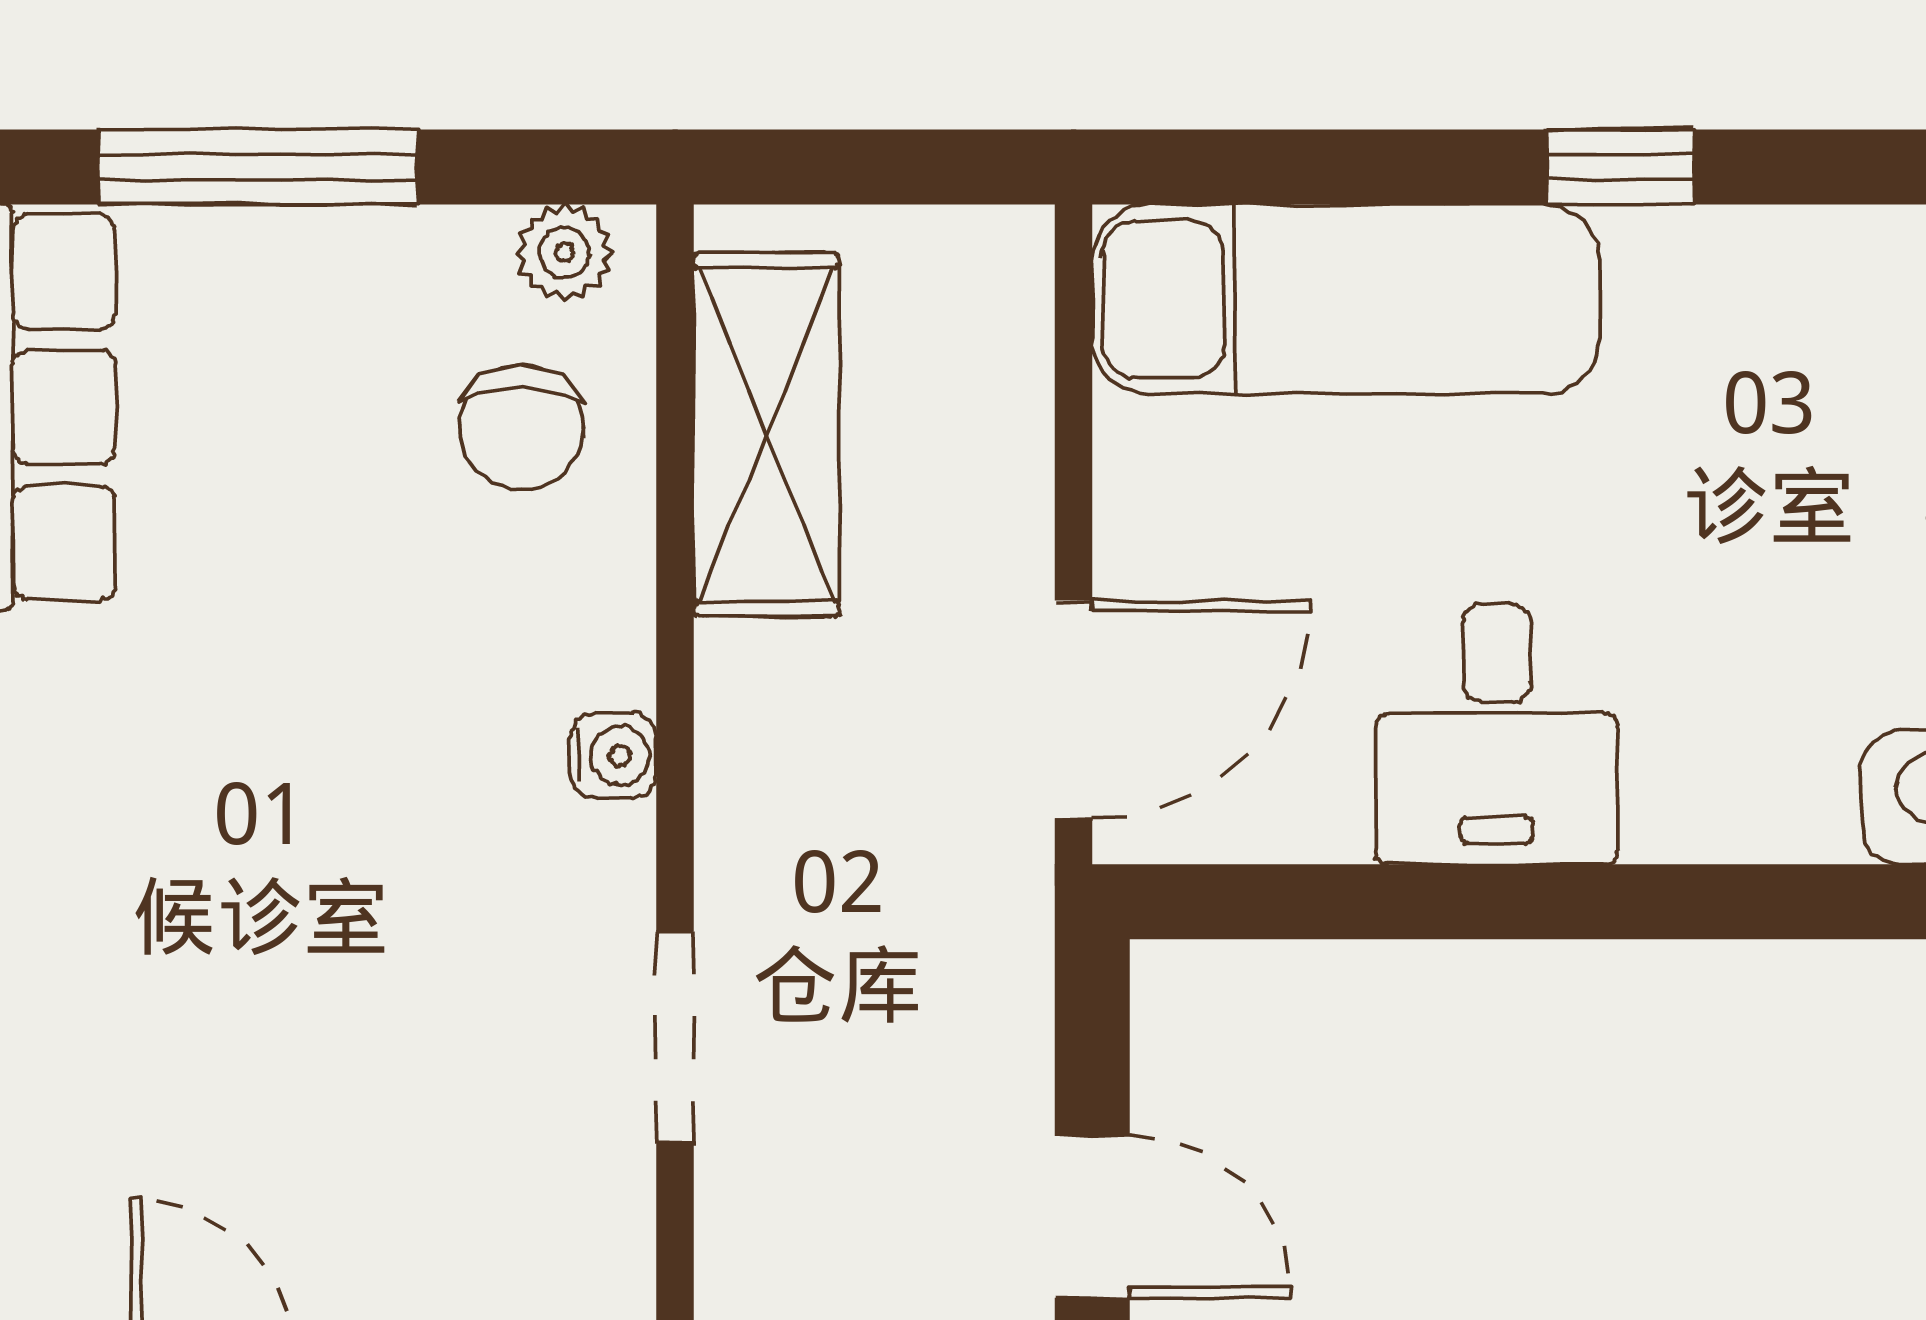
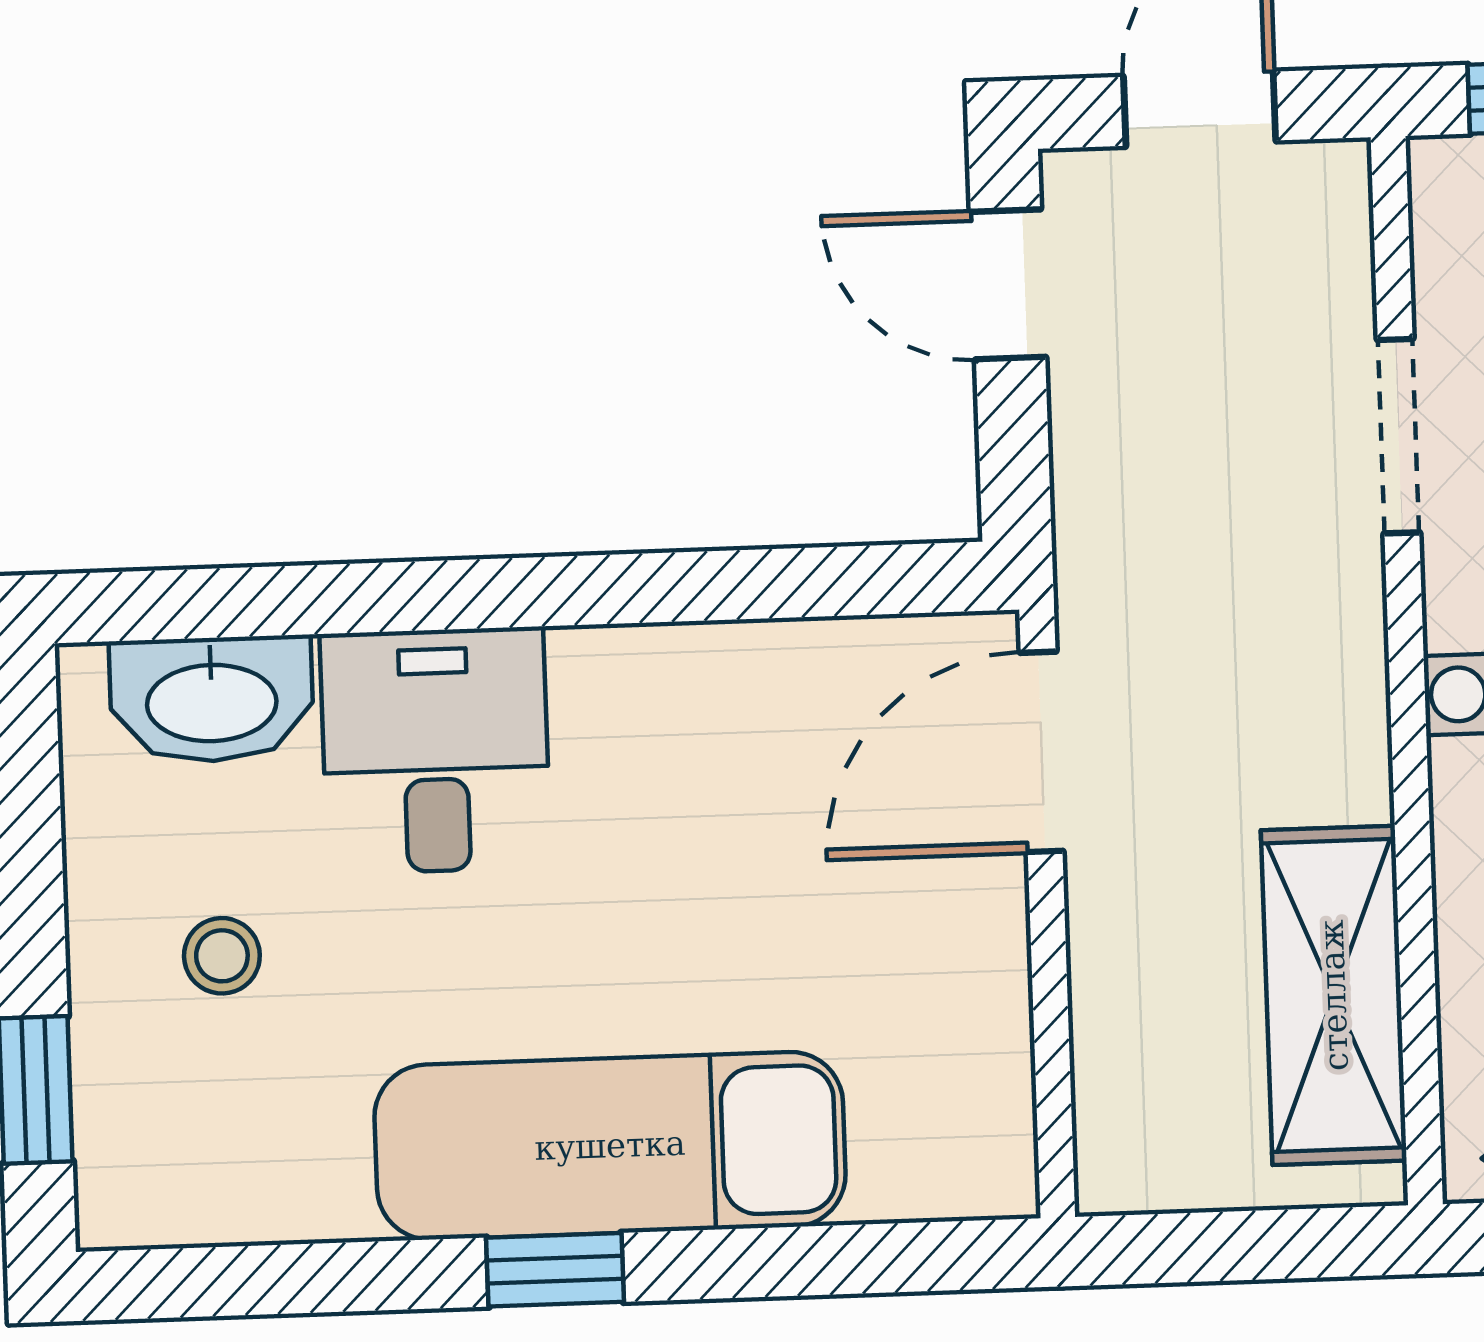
exam couch: (1346, 299) -> (610, 1146), moved
desk: (1497, 734) -> (435, 750), moved

